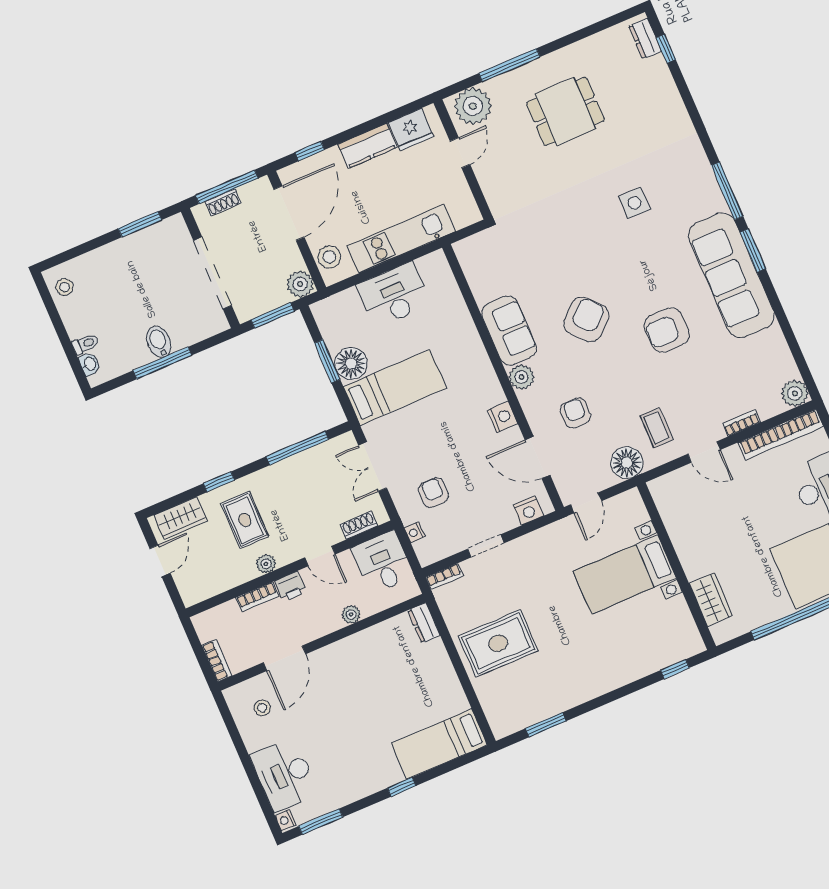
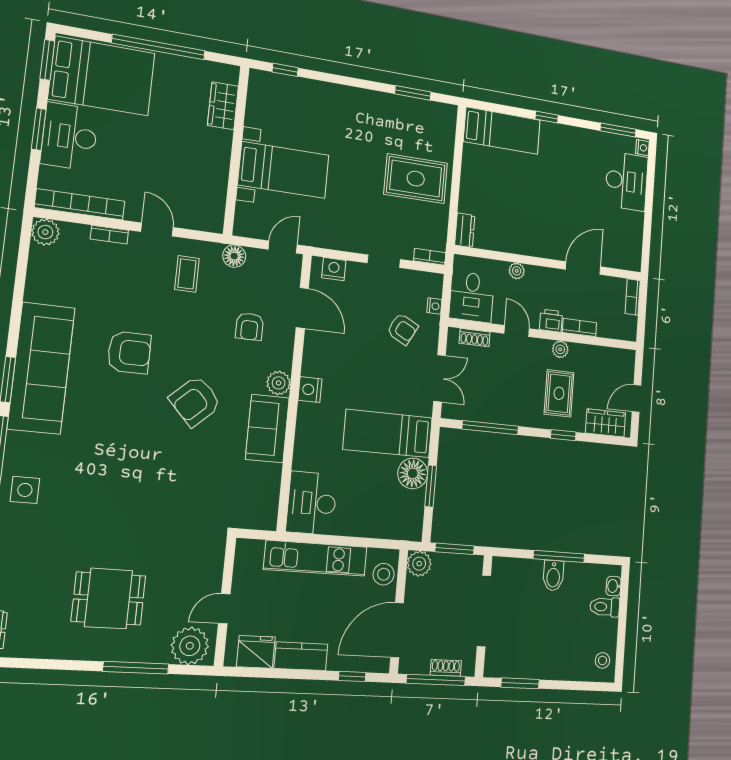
side table: (634, 203) -> (25, 490), moved
desk: (394, 295) -> (312, 503), moved, turned 90
toilet: (85, 344) -> (605, 607), width x1.37, depth x1.39
nightstand: (502, 417) -> (310, 390), moved
floor lamp: (627, 463) -> (234, 256), width x0.73, depth x0.73
armchair: (433, 493) -> (403, 329), turned -62
stool: (262, 708) -> (618, 241), removed

